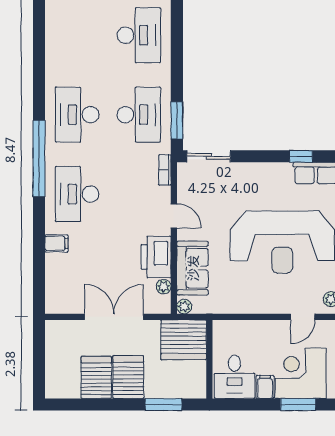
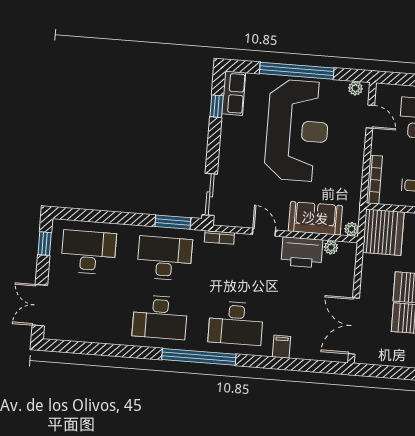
door: (174, 216) -> (264, 232), hinge flipped
double door: (114, 317) -> (354, 326), moved
bookcase: (238, 326) -> (374, 180), added

